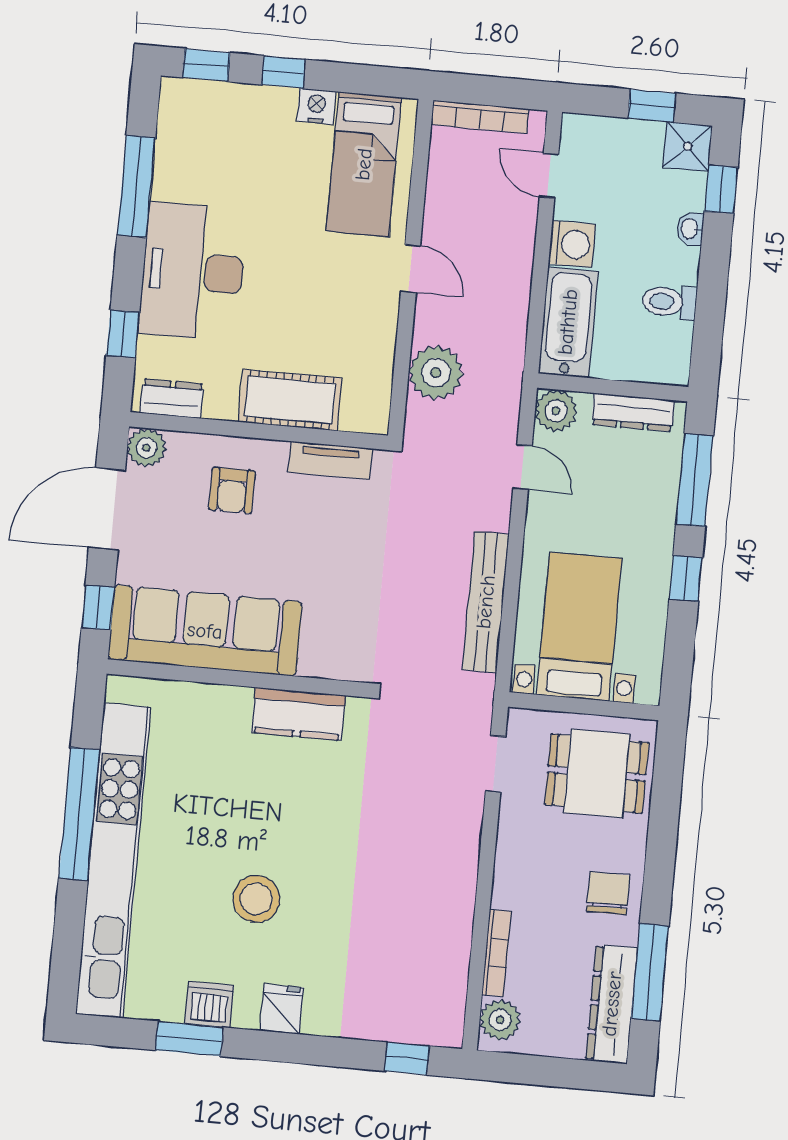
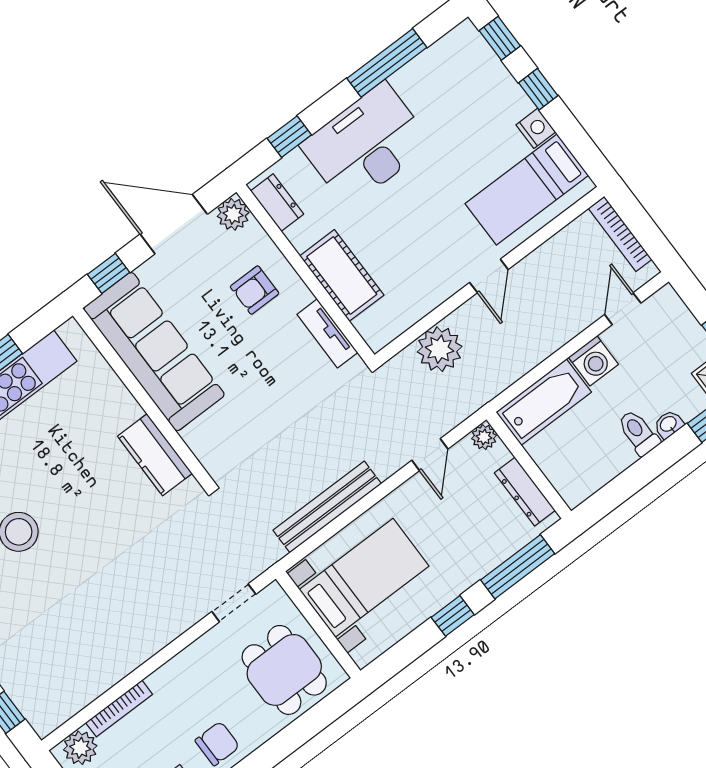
toilet: (669, 302) -> (638, 433), moved
plant: (556, 411) -> (484, 437), width x0.73, depth x0.73

